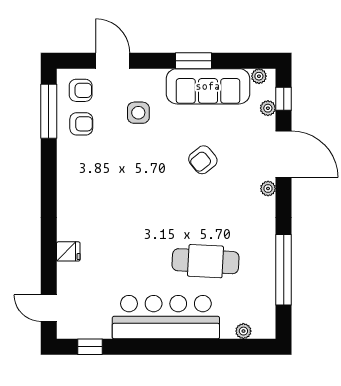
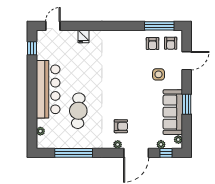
armchair: (203, 160) -> (121, 126), moved, turned 129

